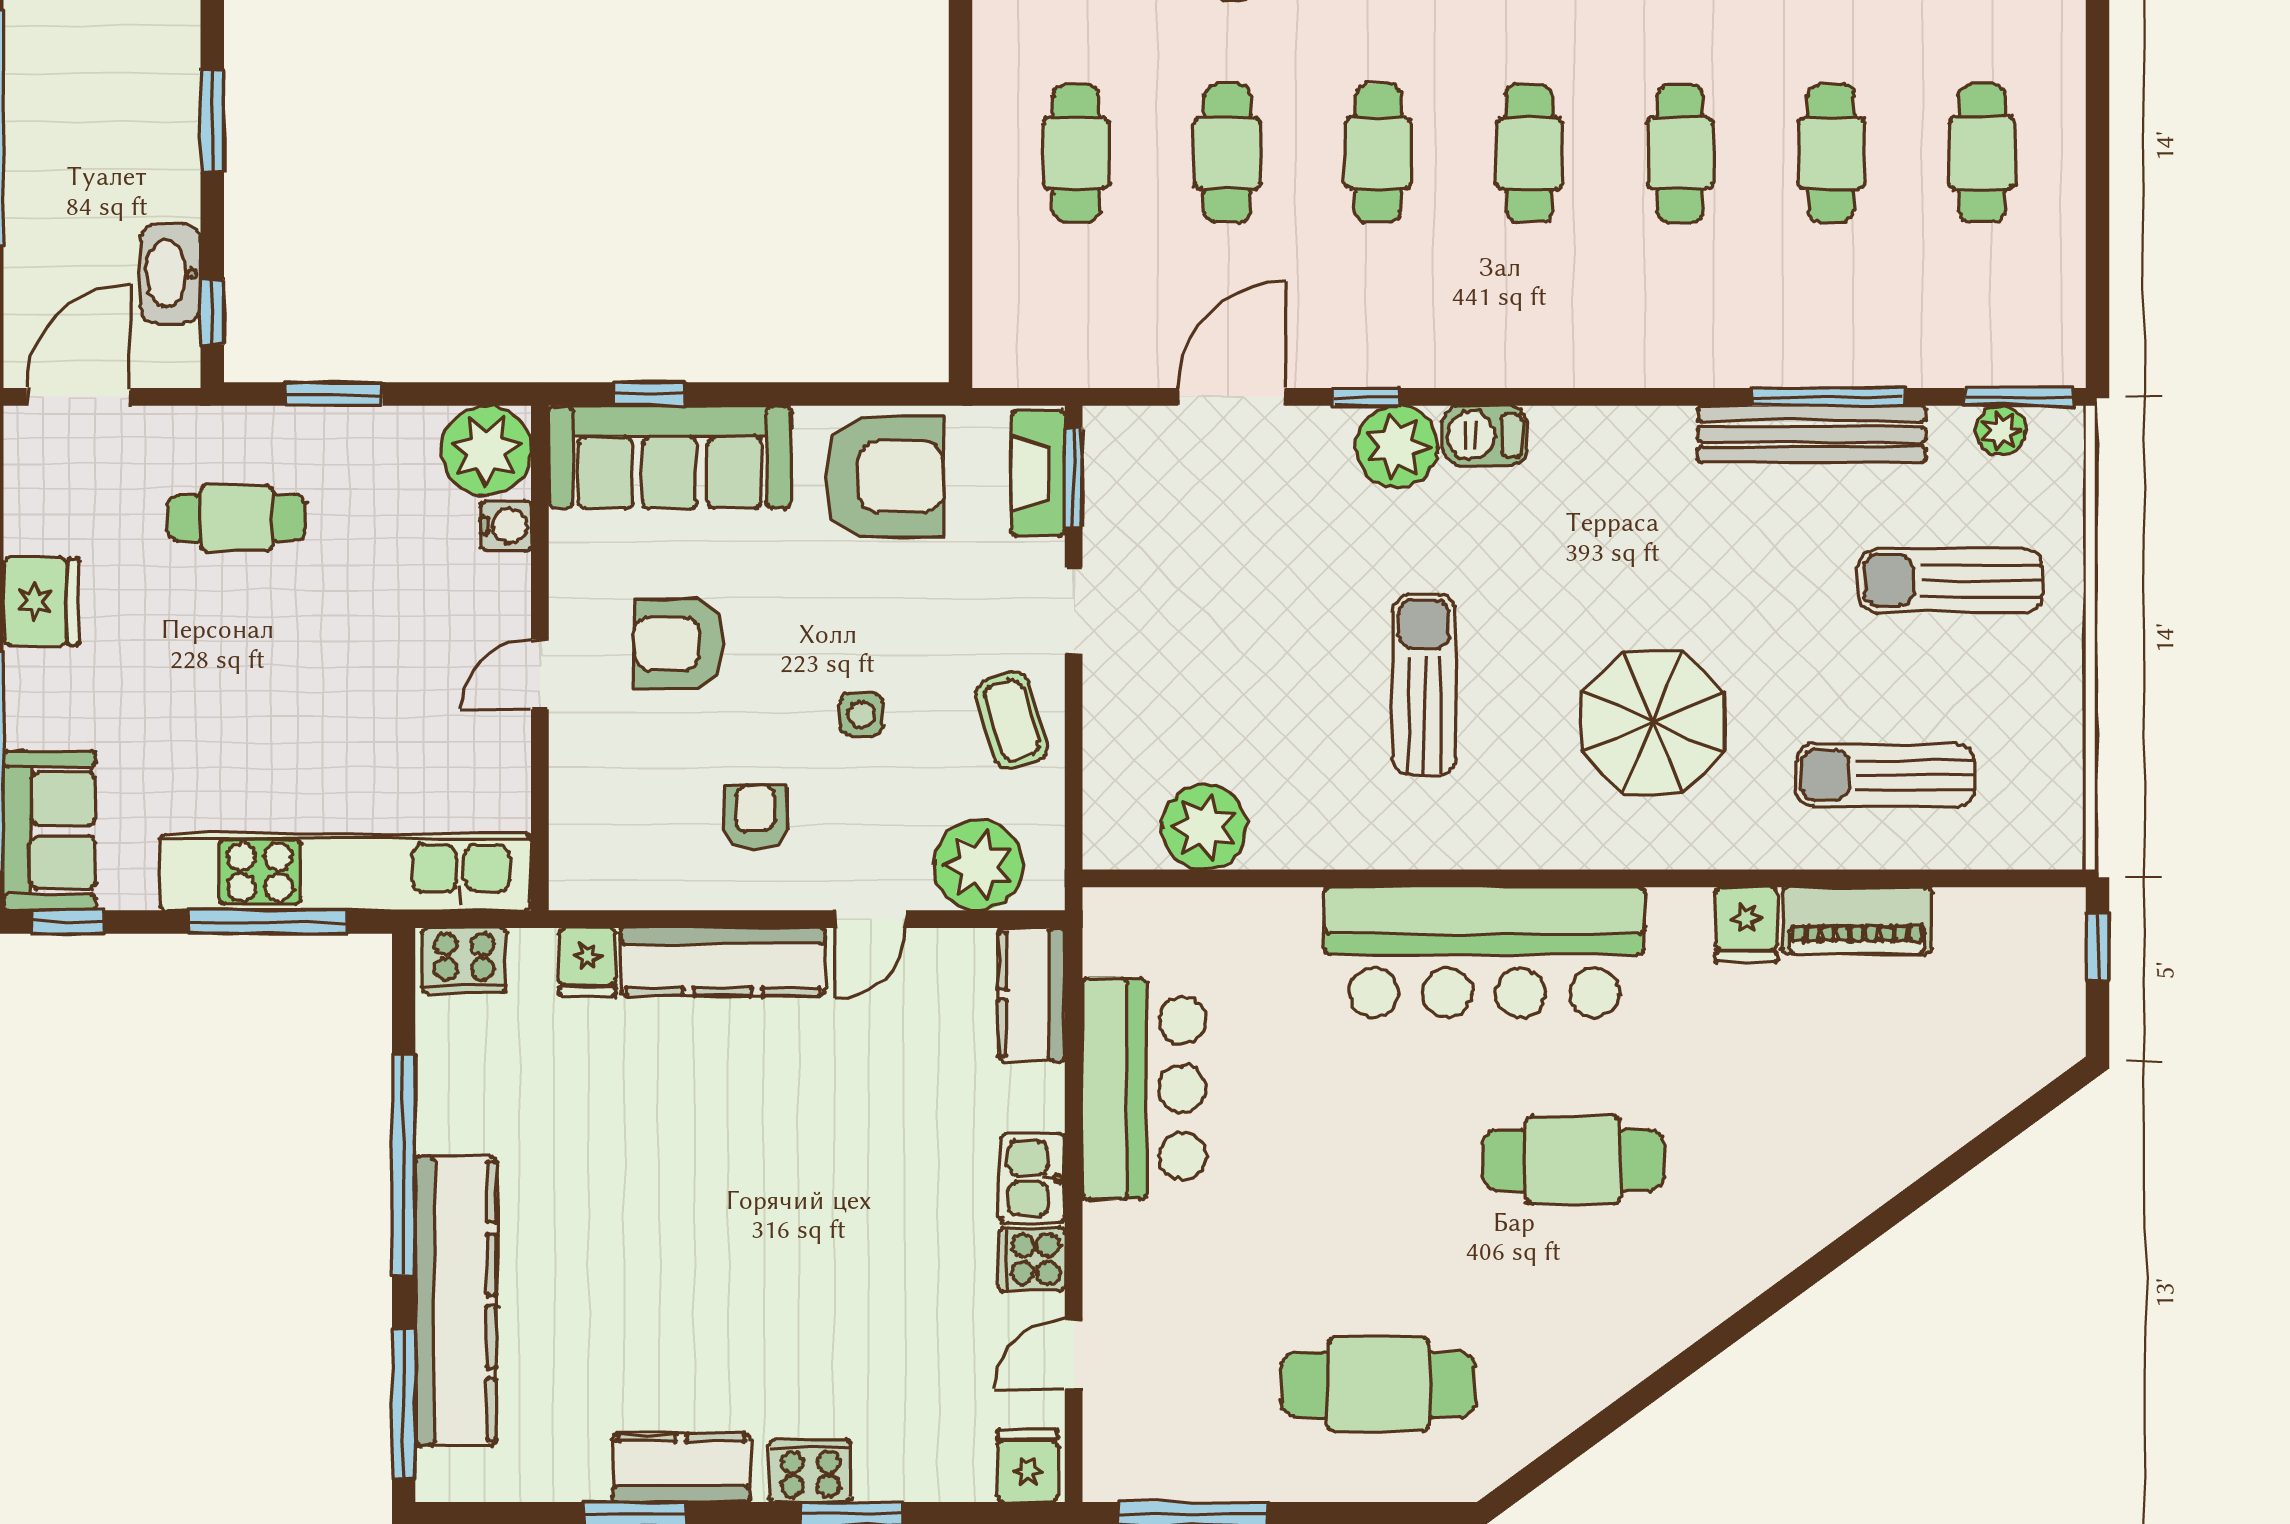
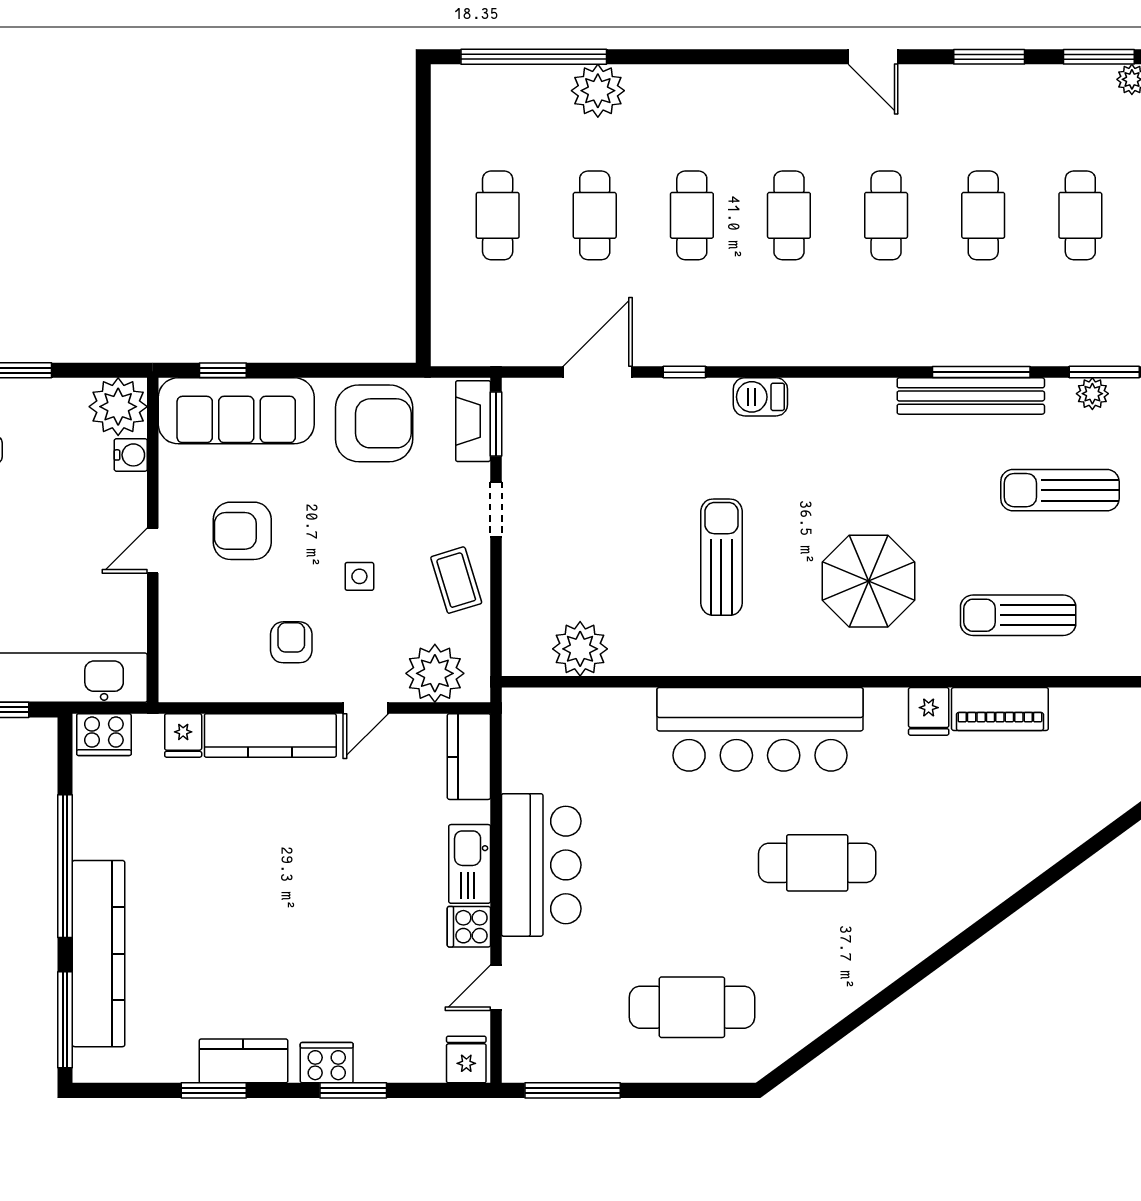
plant: (1397, 447) -> (704, 404), removed
bar counter: (1144, 1088) -> (541, 865), moved
kitchen sink: (1033, 1178) -> (470, 864), width x1.38

